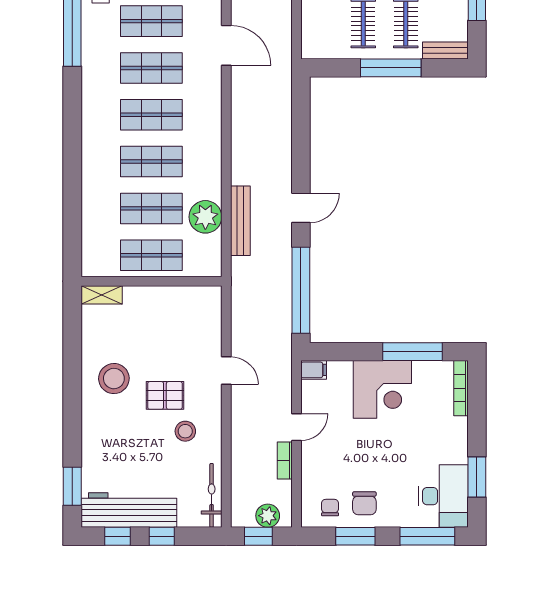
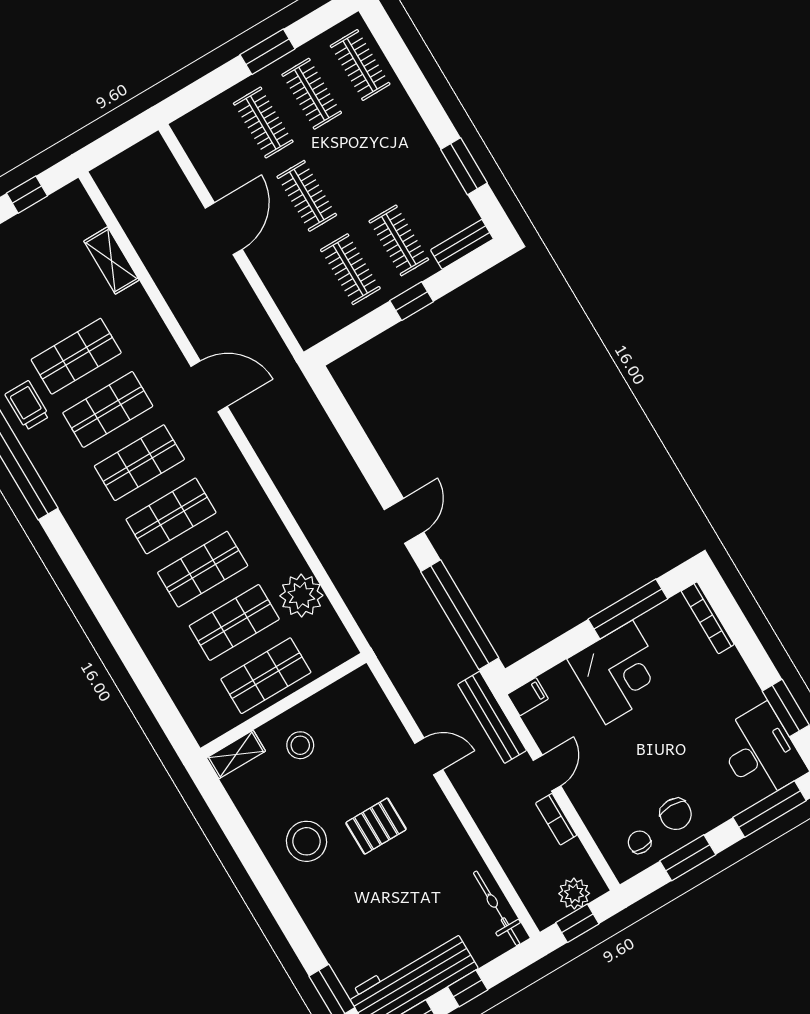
window: (391, 68) -> (412, 301), width x0.46
bench: (240, 221) -> (492, 717), moved
stool: (185, 431) -> (300, 745), moved

